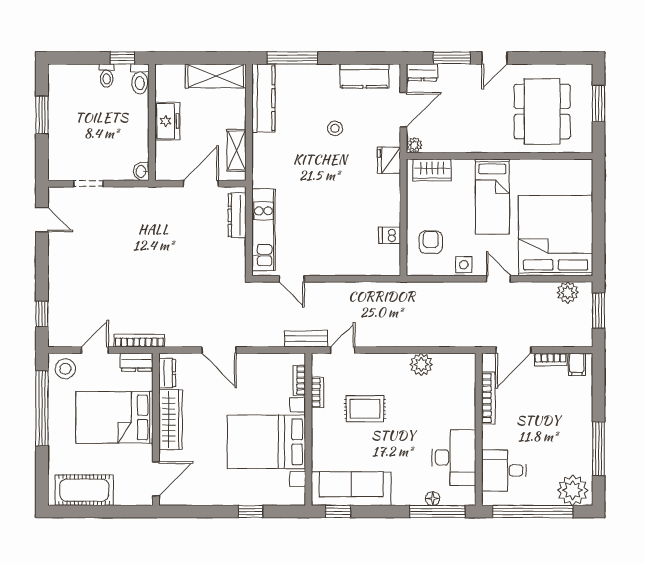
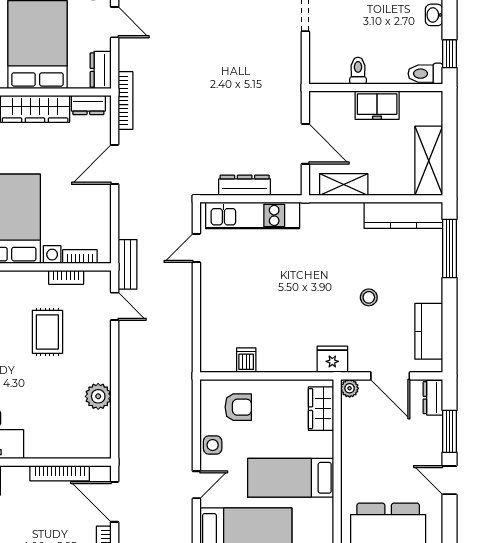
toilet: (107, 76) -> (358, 71), moved, turned 90
washbasin: (141, 171) -> (434, 15), moved, turned -90
dresser: (237, 215) -> (245, 185), moved
bookcase: (139, 341) -> (125, 101), moved

